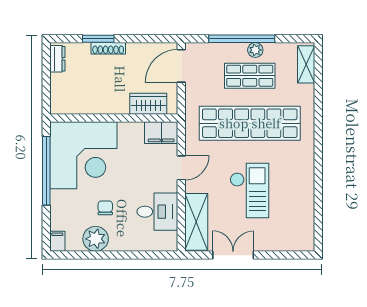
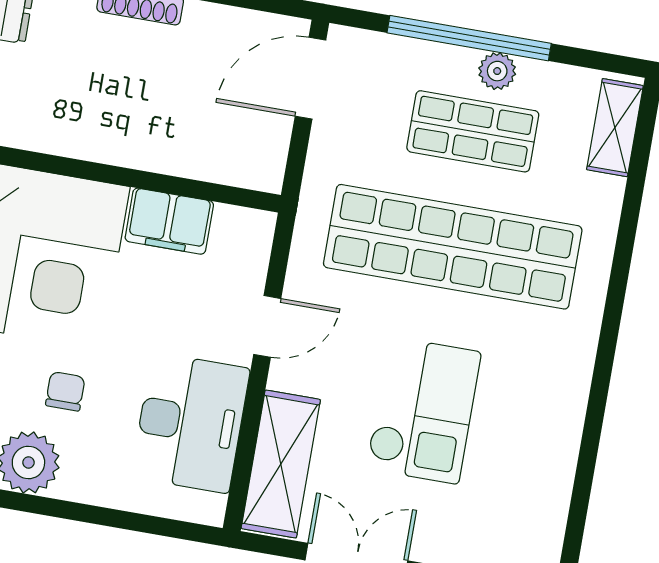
wardrobe: (148, 104) -> (214, 156), removed
filing cabinet: (161, 133) -> (169, 221), moved
desk: (157, 212) -> (190, 423), width x1.37

